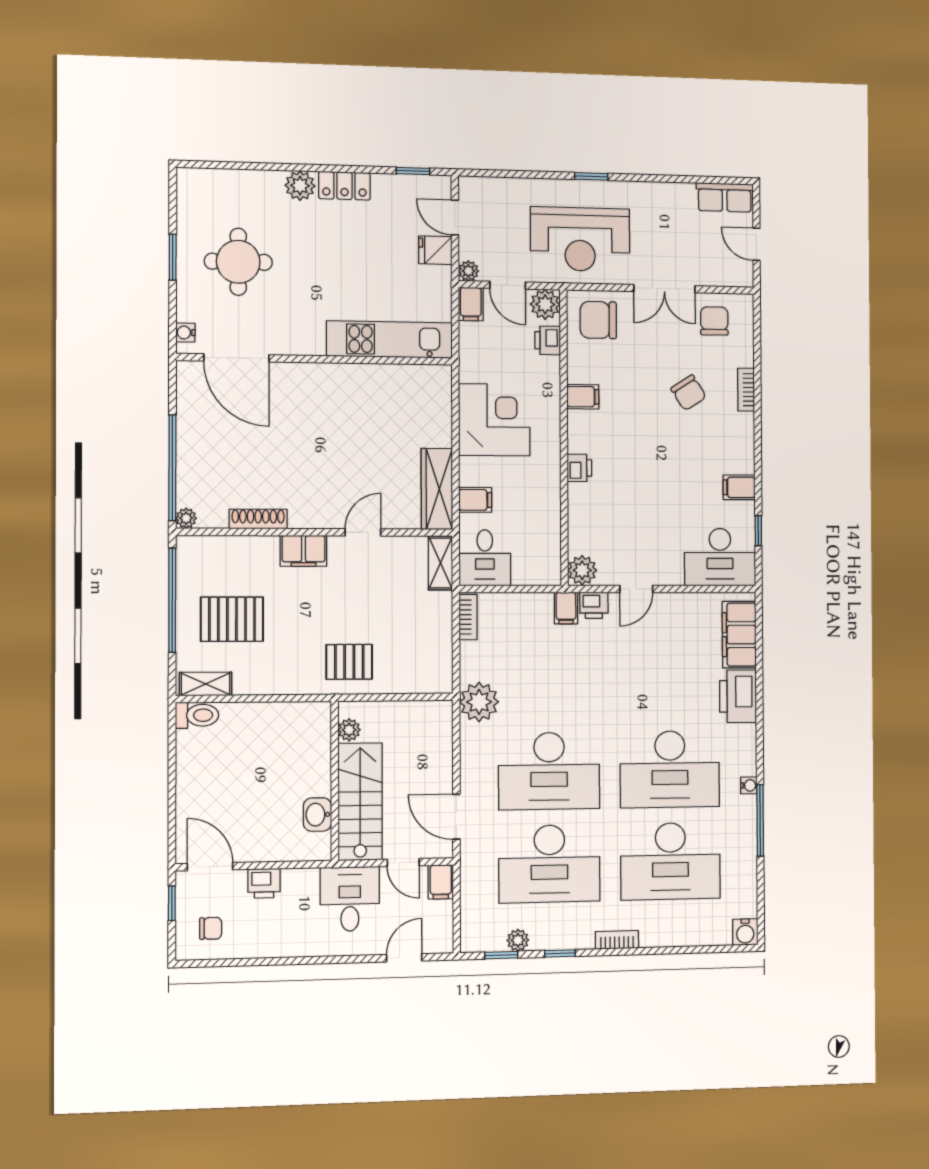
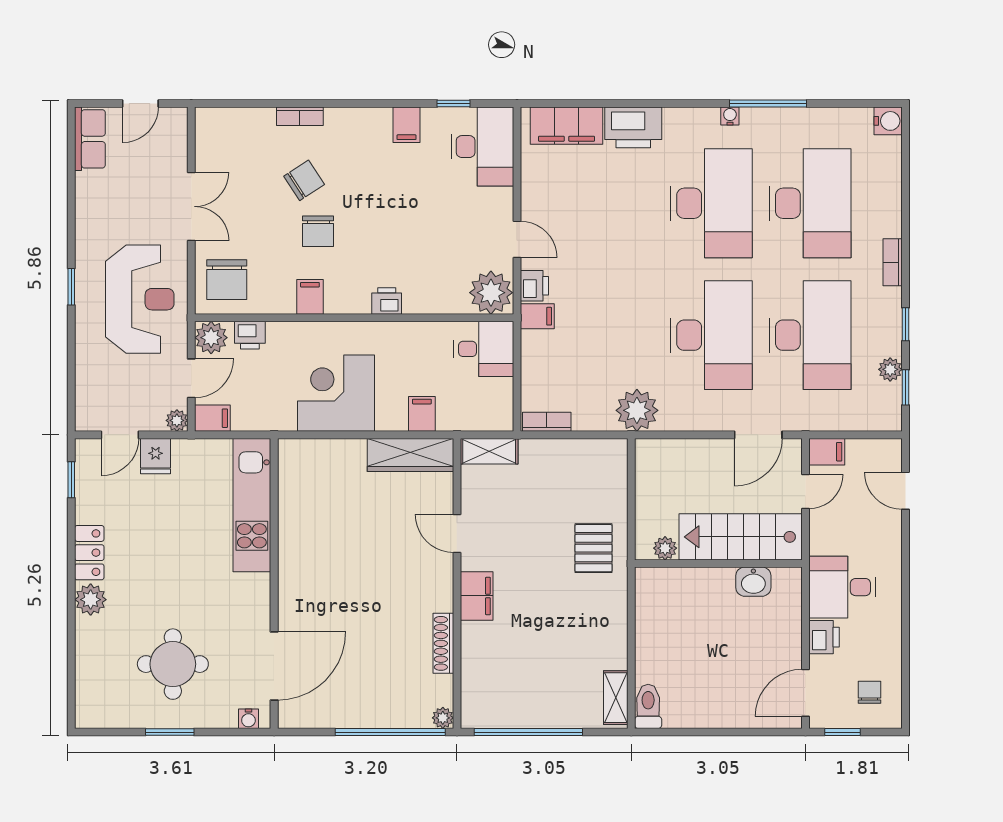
chair: (714, 321) -> (318, 231), moved, turned -90
desk: (485, 558) -> (484, 349), moved
plant: (582, 570) -> (491, 293), width x1.36, depth x1.36
pallet: (232, 619) -> (548, 670), removed
desk: (350, 899) -> (842, 587), moved

